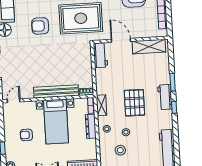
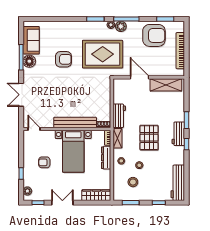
armchair: (40, 26) -> (63, 59), turned 180
workbench: (100, 55) -> (119, 116), moved
door: (14, 101) -> (34, 129), hinge flipped

